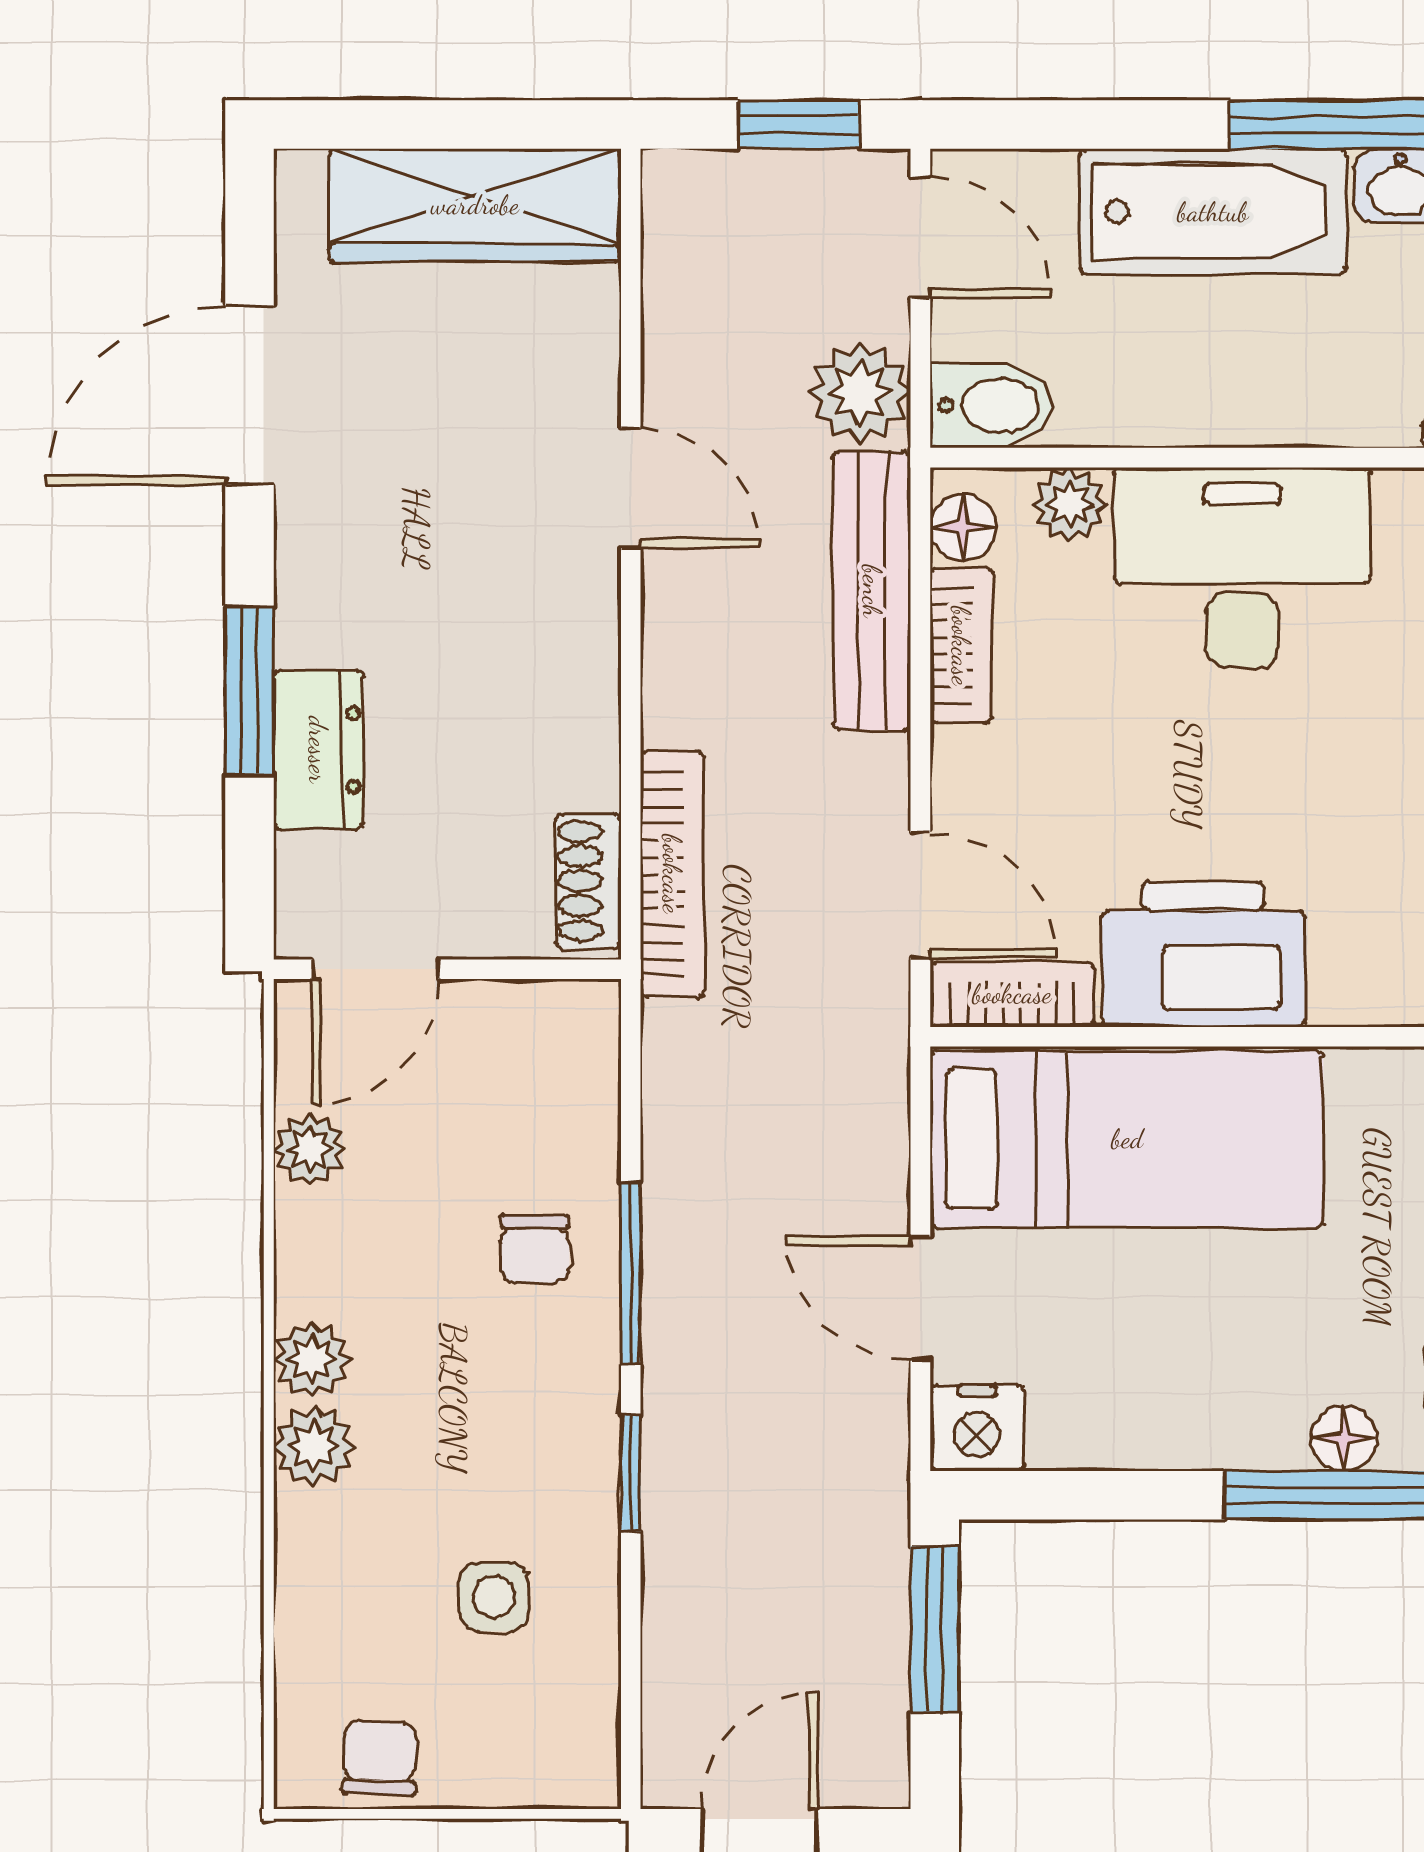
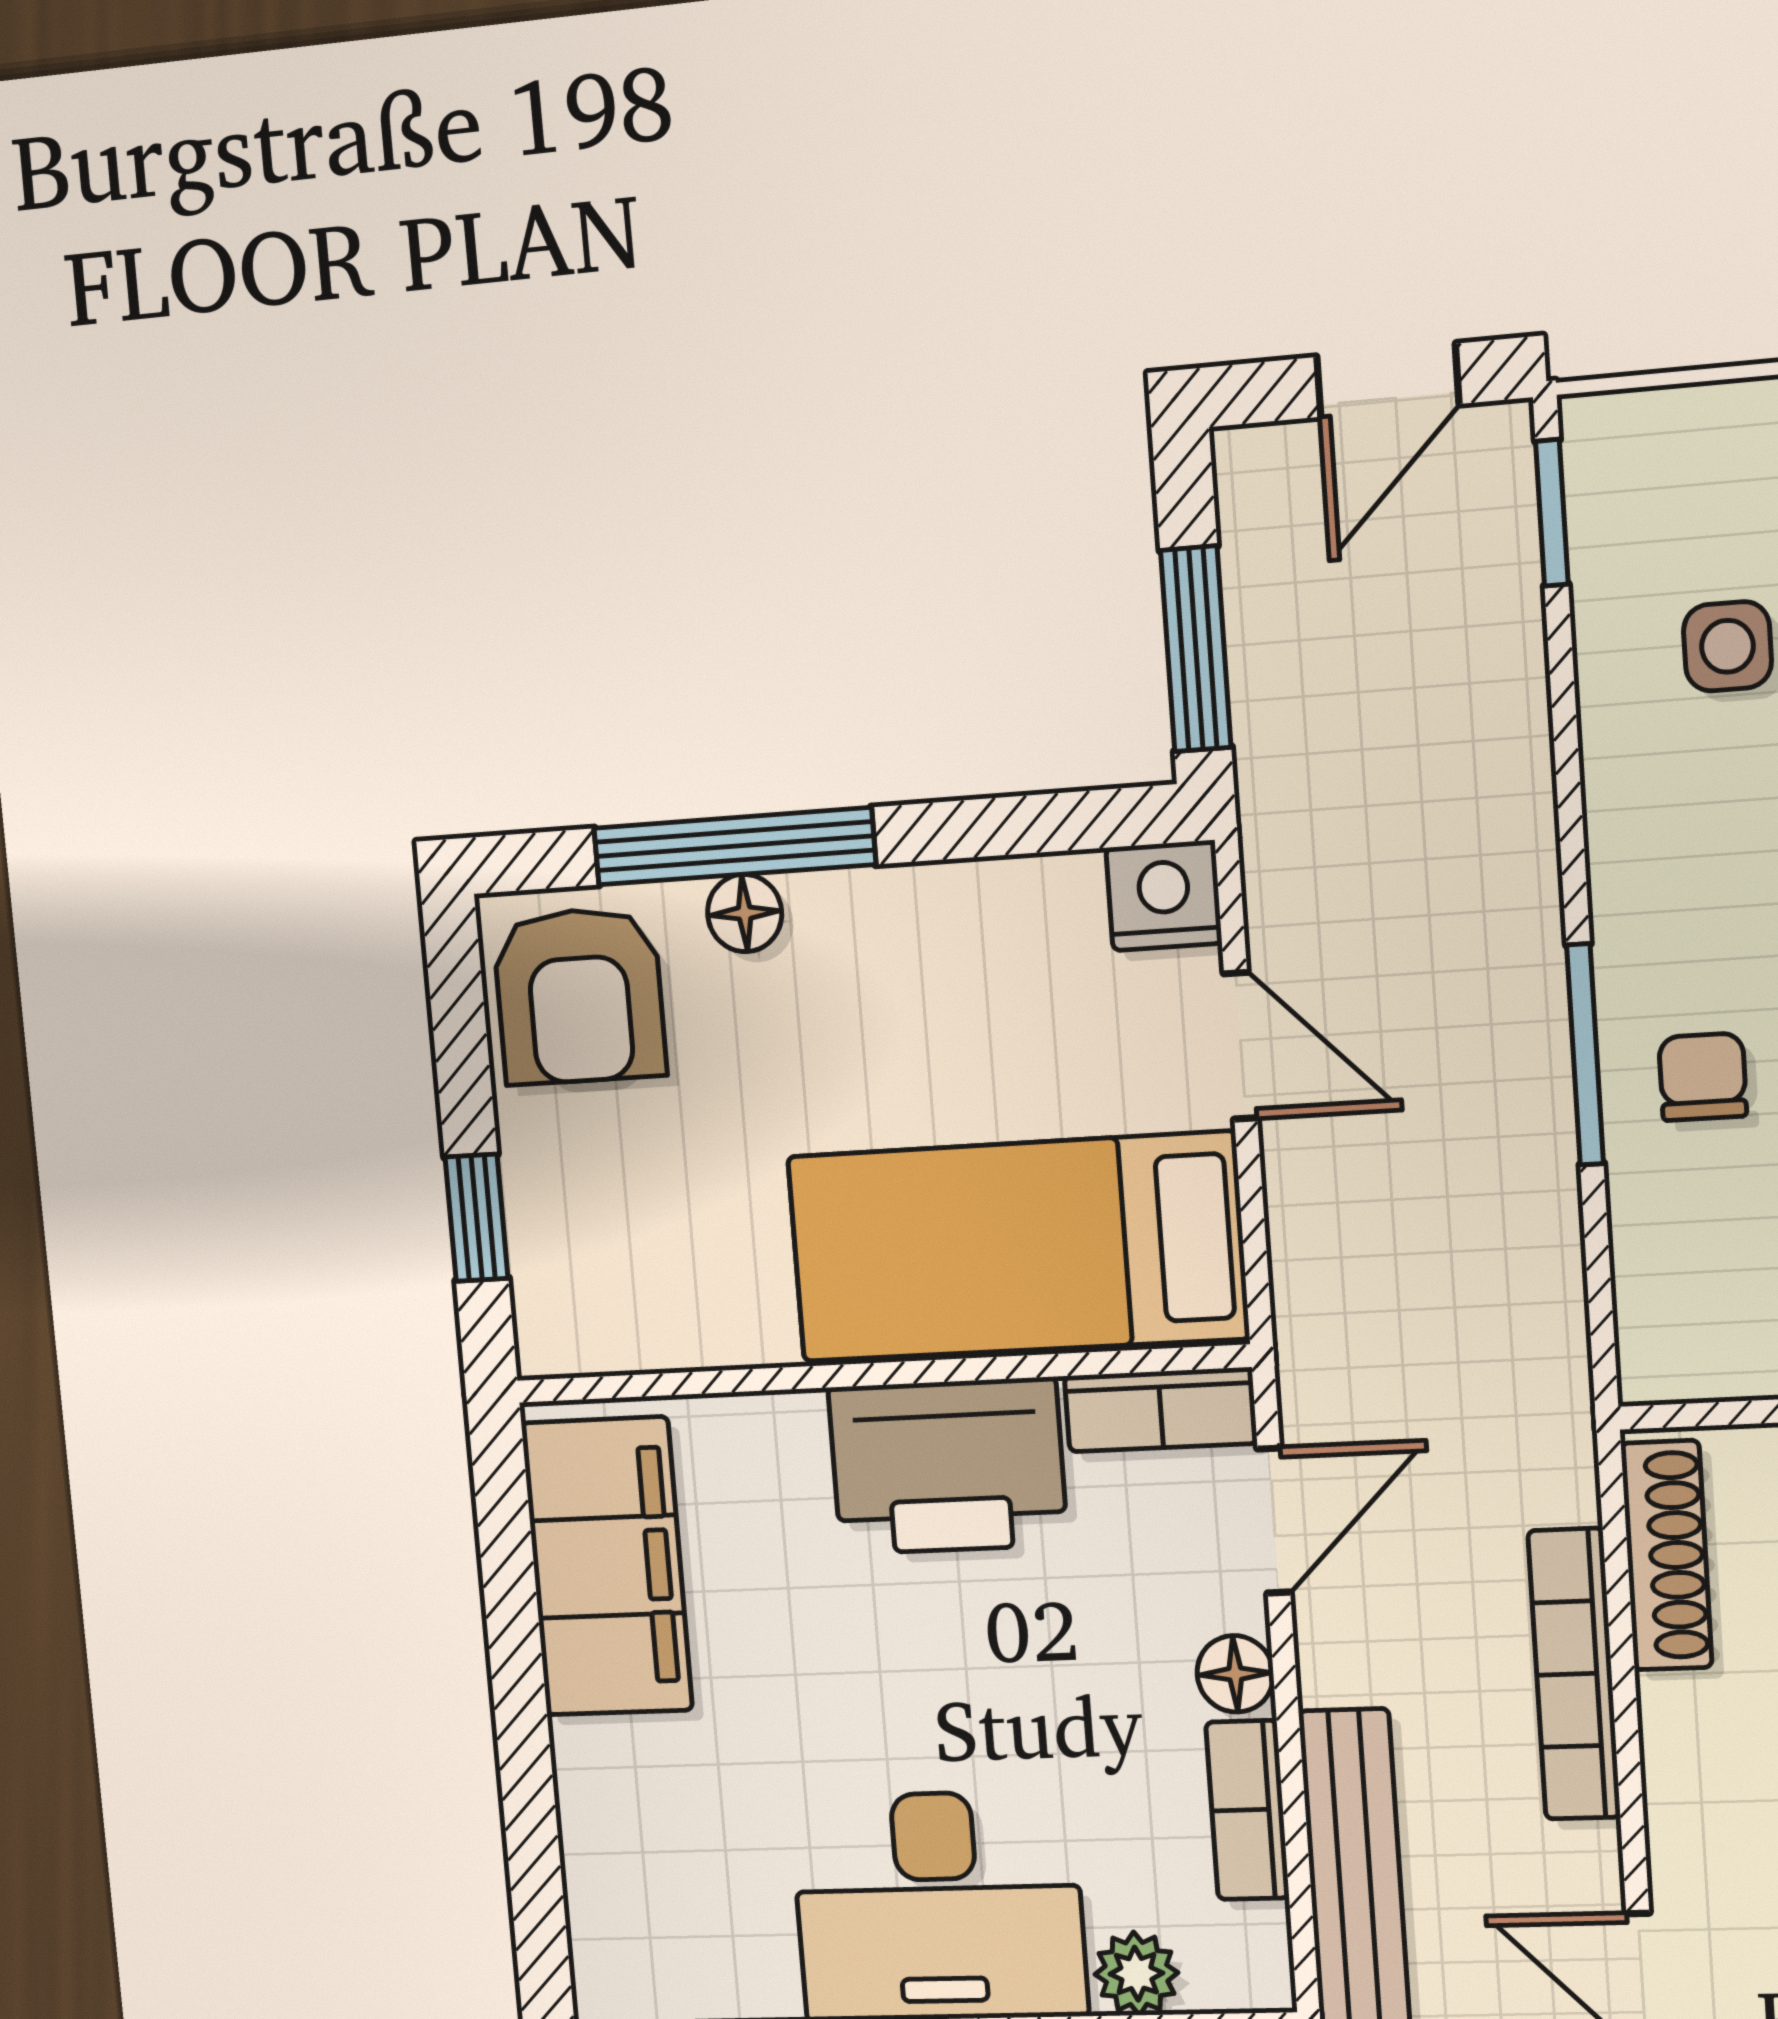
floor lamp: (963, 527) -> (1235, 1674), moved
bookcase: (672, 874) -> (1574, 1674), moved
shoe rack: (588, 881) -> (1666, 1555), width x1.43
door: (920, 895) -> (1274, 1521), swing flipped
window: (631, 1473) -> (1552, 513), moved

